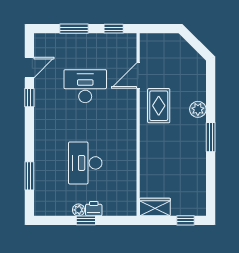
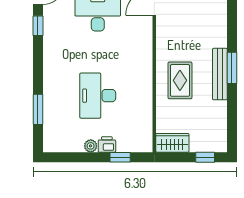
rug: (159, 106) -> (180, 80), moved
plant: (198, 109) -> (218, 38), removed
bench: (199, 143) -> (220, 74), added
window: (86, 220) -> (120, 157), moved

